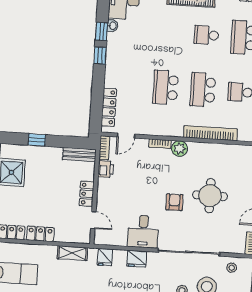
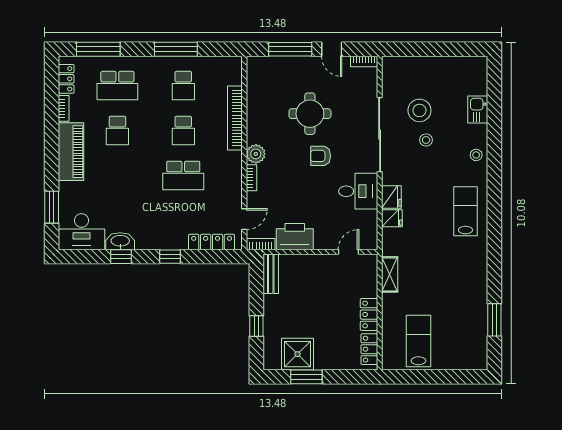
washbasin: (113, 26) -> (120, 241), width x1.91, depth x1.45
window: (100, 56) -> (170, 257), moved
school desk: (203, 90) -> (183, 131), width x0.54
door: (126, 136) -> (244, 219), hinge flipped
printer: (106, 169) -> (295, 237), width x1.87, depth x1.48
locker: (87, 194) -> (317, 262), removed
fridge: (105, 257) -> (392, 218), moved
stool: (232, 268) -> (395, 82), removed

